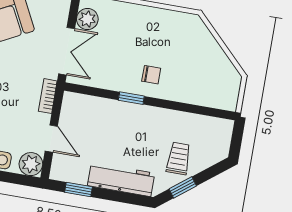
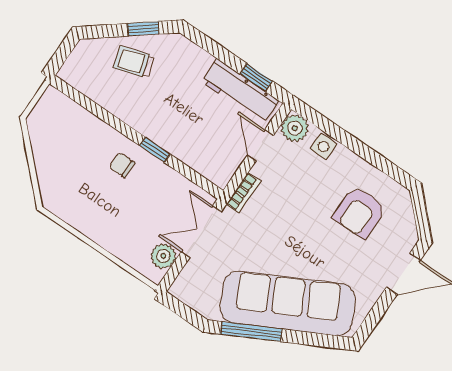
trolley: (179, 158) -> (134, 62), turned 73
workbench: (121, 179) -> (240, 91), moved

